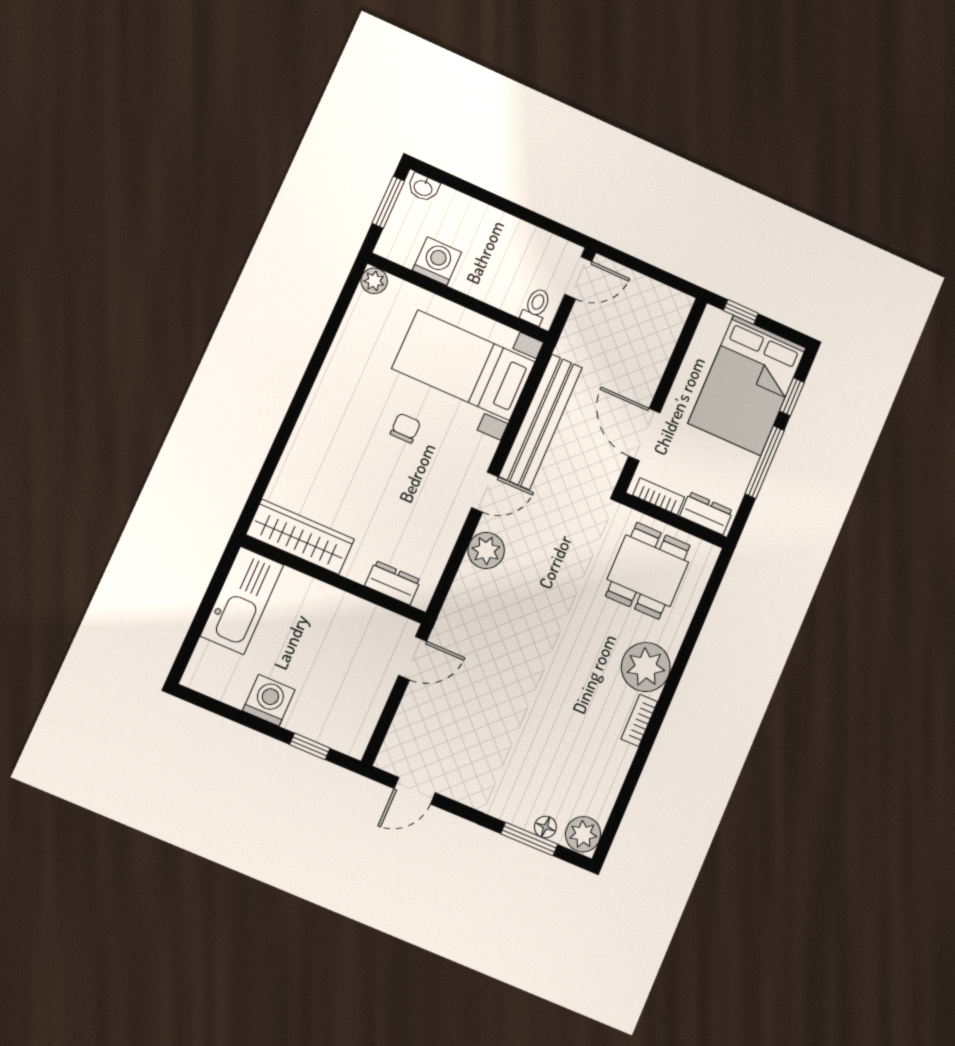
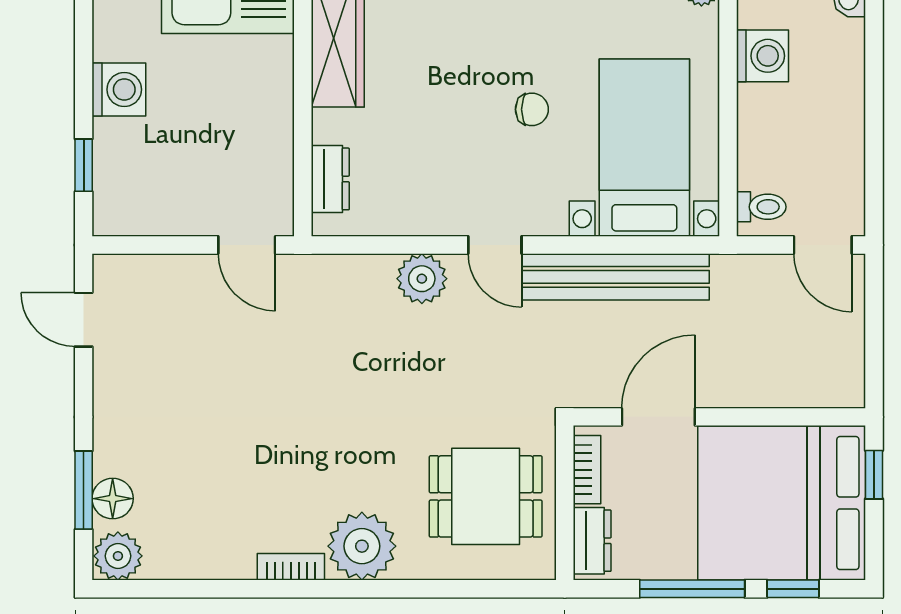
bed: (747, 385) -> (782, 503), width x1.36
floor lamp: (545, 827) -> (113, 499), width x1.37, depth x1.37

